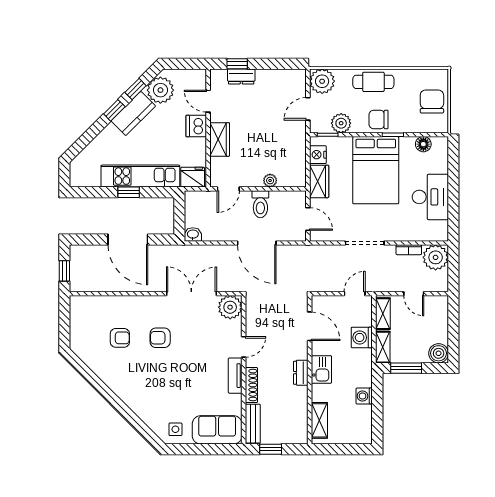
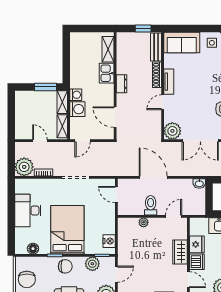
fridge: (193, 177) -> (197, 244), moved, turned -90
wardrobe: (319, 181) -> (108, 222), removed
boiler: (439, 353) -> (22, 98), removed
kitchen sink: (321, 369) -> (107, 73), moved
washing machine: (364, 396) -> (76, 95), moved

